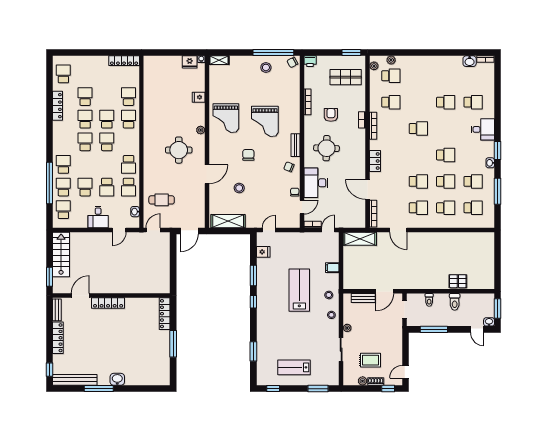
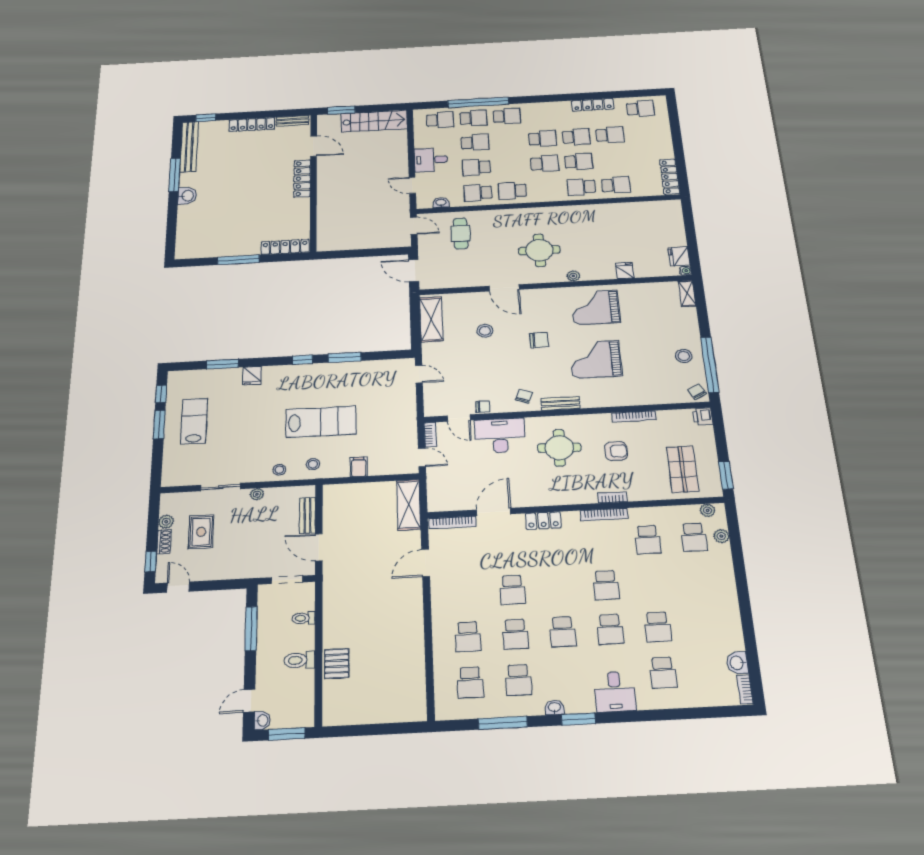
school desk: (129, 119) -> (581, 187), turned 180
school desk: (418, 208) -> (610, 629), moved
fridge: (263, 252) -> (252, 376), moved
window: (318, 389) -> (159, 424), moved

